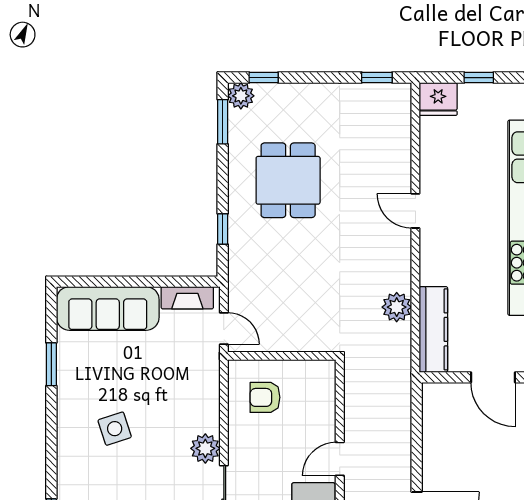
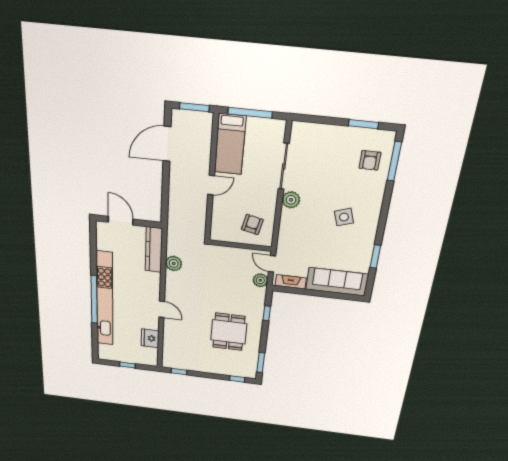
plant: (241, 96) -> (260, 280), moved
fridge: (438, 99) -> (150, 338), moved, turned -90
armchair: (265, 397) -> (252, 224), turned -77

